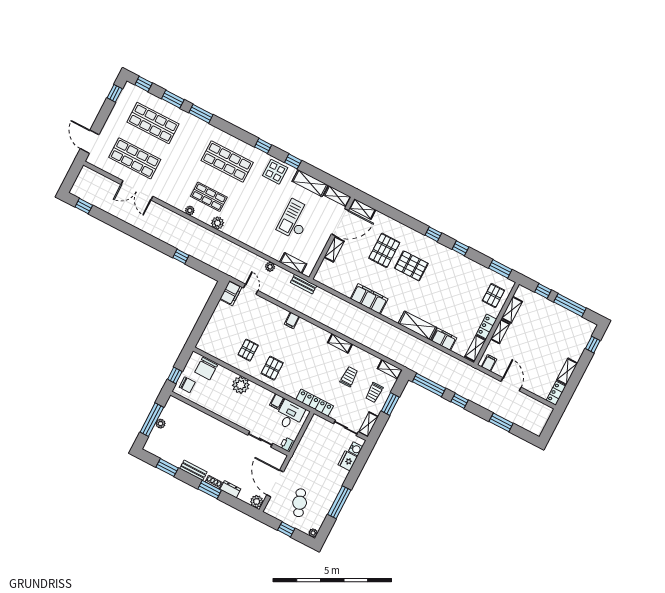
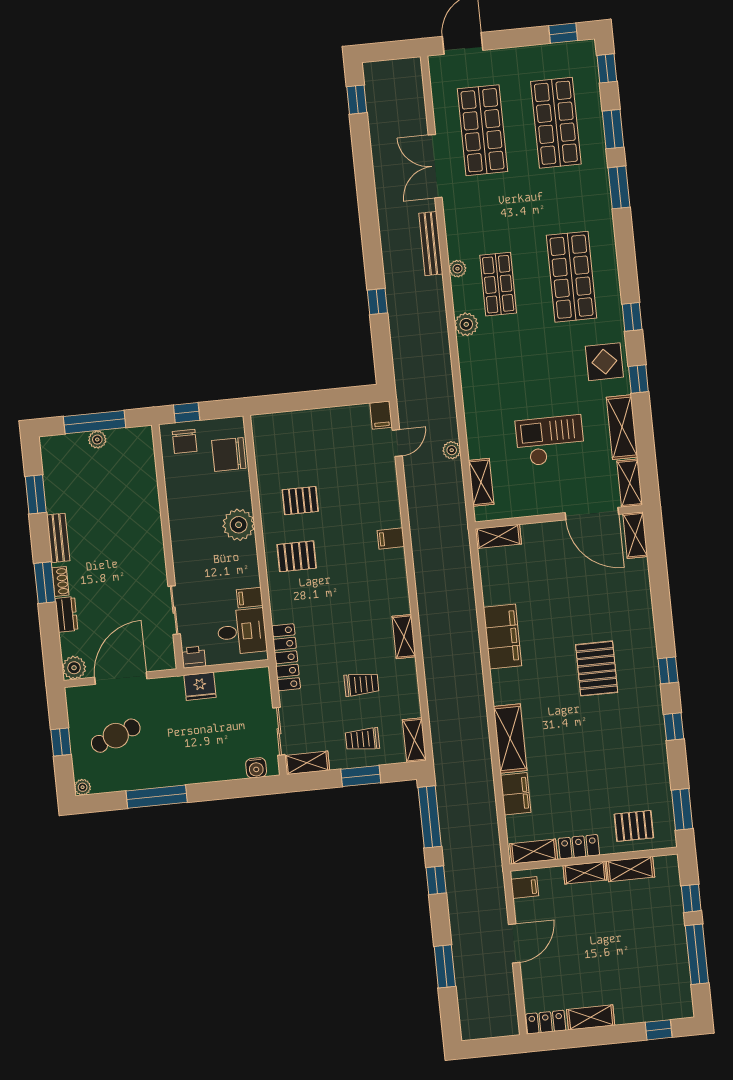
shelving: (334, 249) -> (498, 536), moved
pallet: (384, 250) -> (593, 611), removed
bench: (304, 284) -> (431, 244), moved, width x1.36
filing cabinet: (231, 293) -> (381, 415), width x0.50
fridge: (348, 461) -> (200, 686), moved, turned 180

